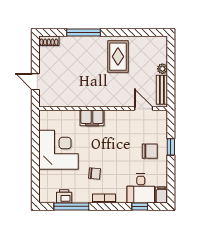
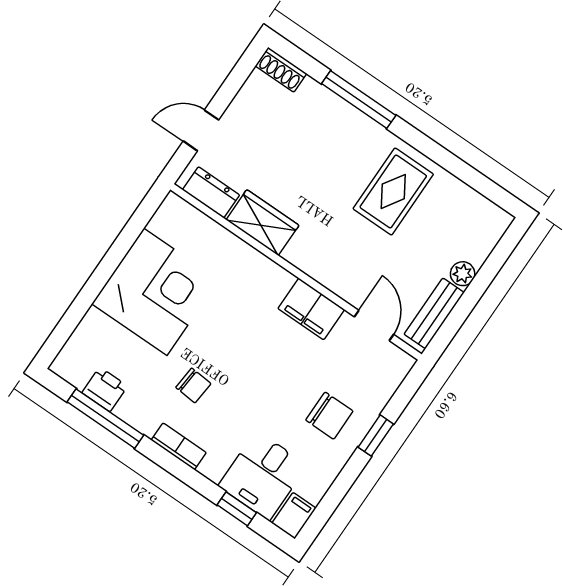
door: (35, 82) -> (201, 130), hinge flipped
wardrobe: (79, 99) -> (262, 223), added
dresser: (54, 101) -> (211, 192), added
filing cabinet: (92, 118) -> (311, 309), moved

